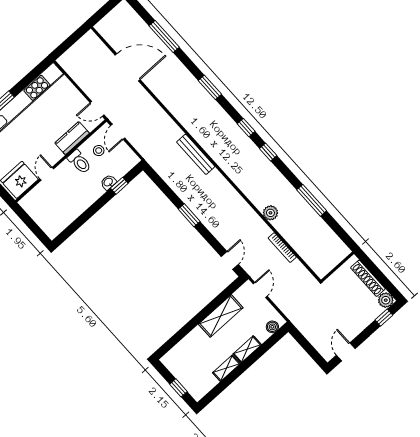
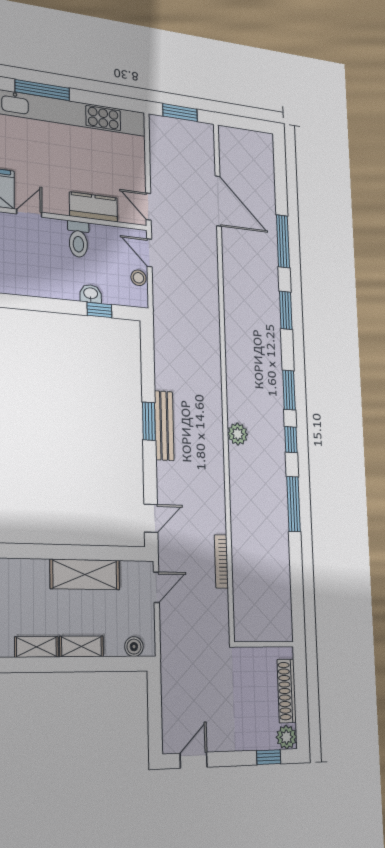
window: (164, 37) -> (283, 241), moved
window: (69, 42) -> (180, 113), added
window: (246, 128) -> (289, 390), width x1.50
door: (118, 132) -> (149, 253), hinge flipped
stool: (99, 151) -> (138, 278), moved
bench: (196, 154) -> (164, 426), moved
window: (312, 200) -> (293, 504), moved
plant: (270, 213) -> (238, 434), moved

